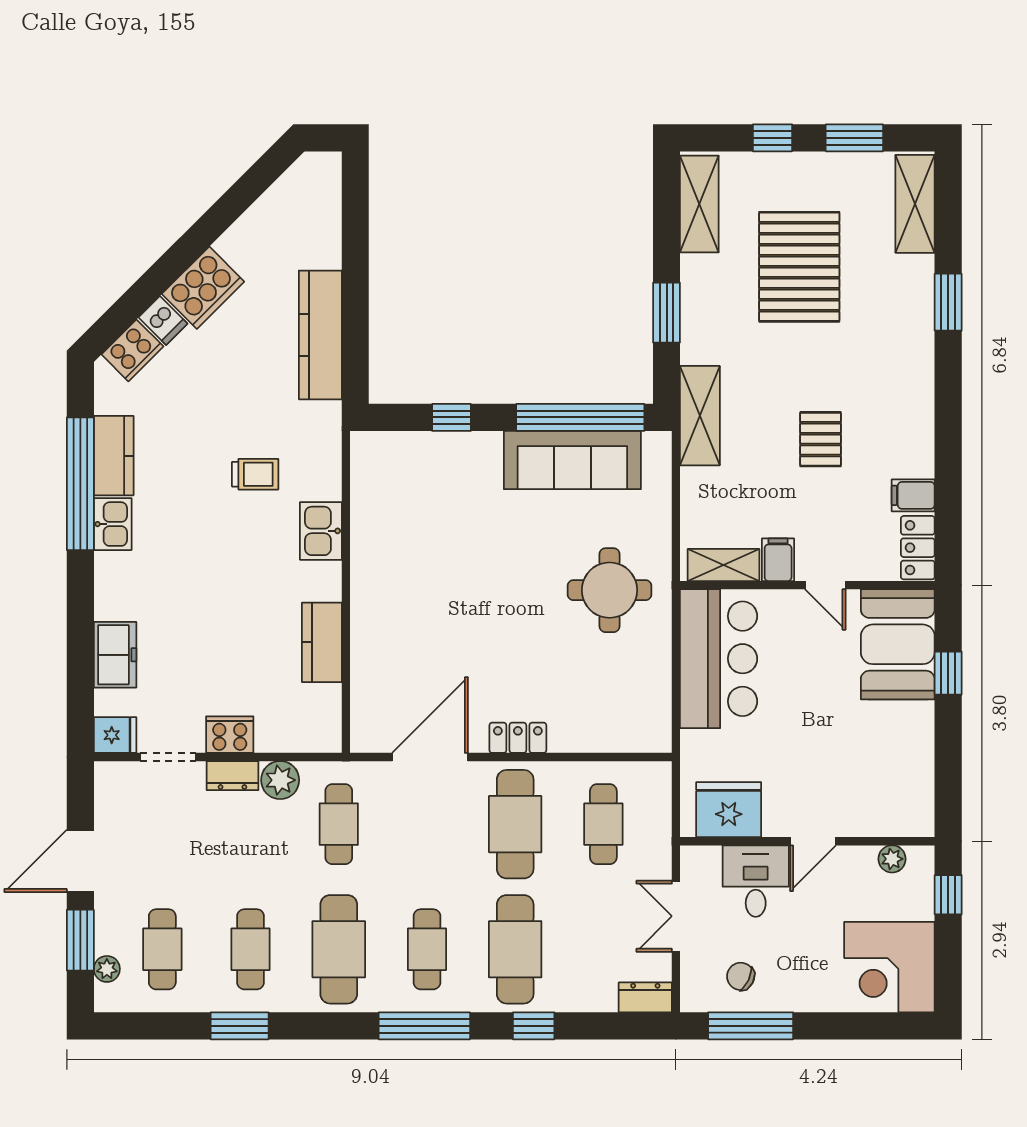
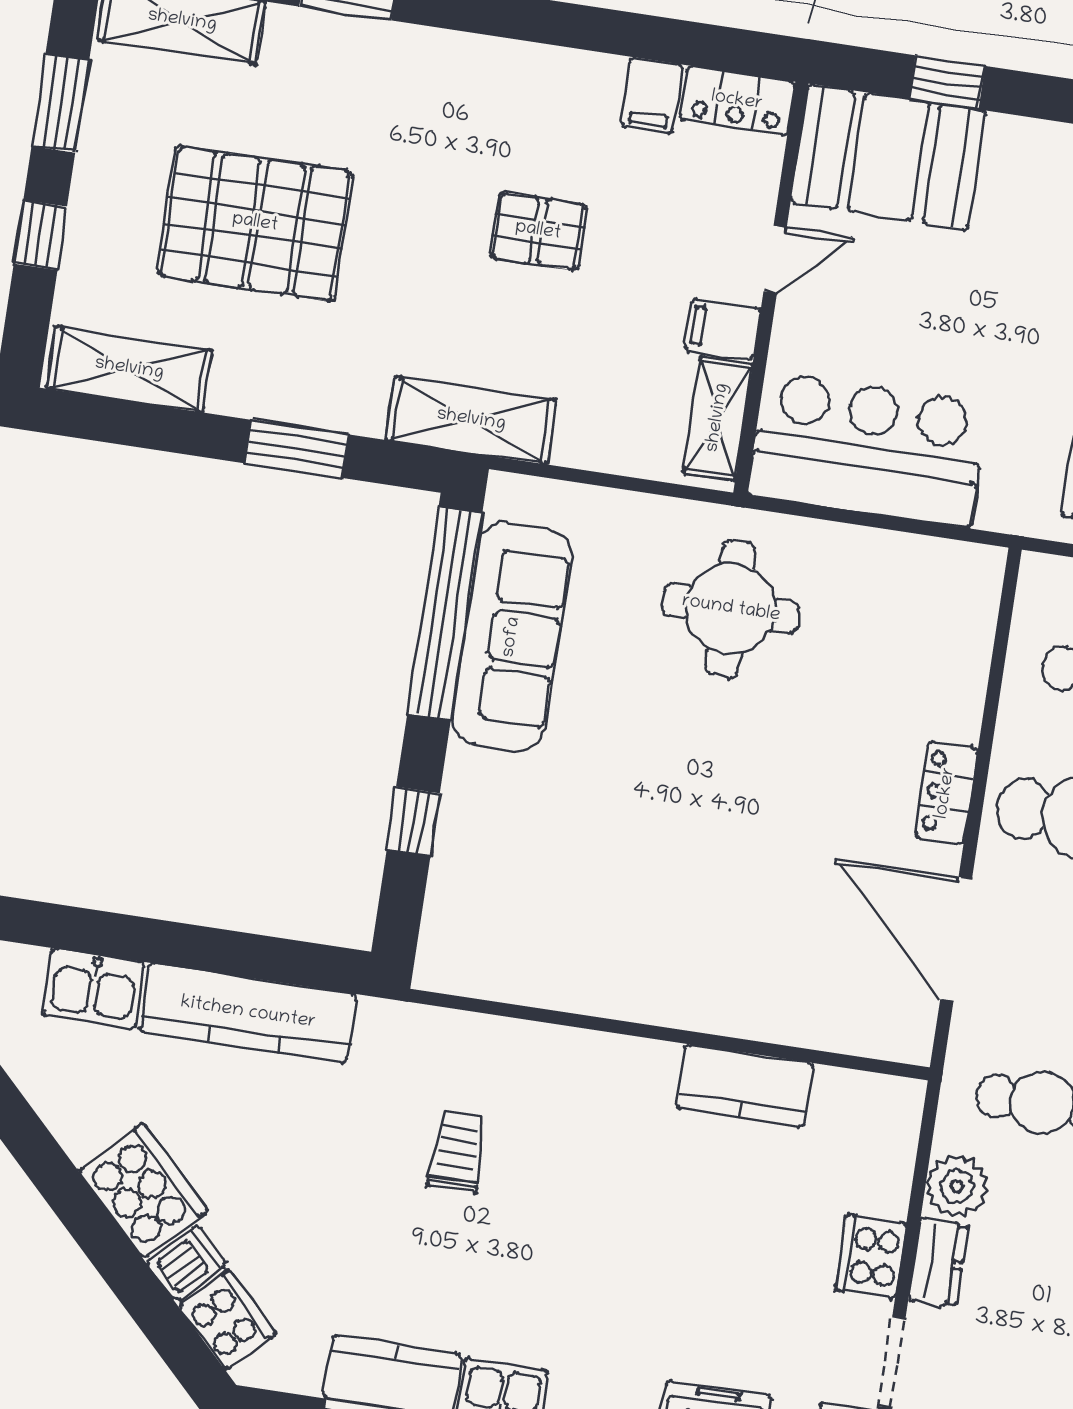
kitchen sink: (321, 531) -> (94, 989), moved

